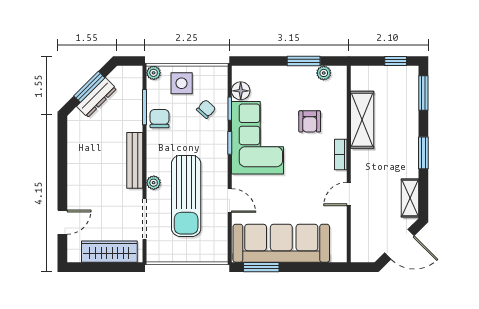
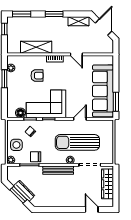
sun lounger: (186, 196) -> (77, 142), turned 180

